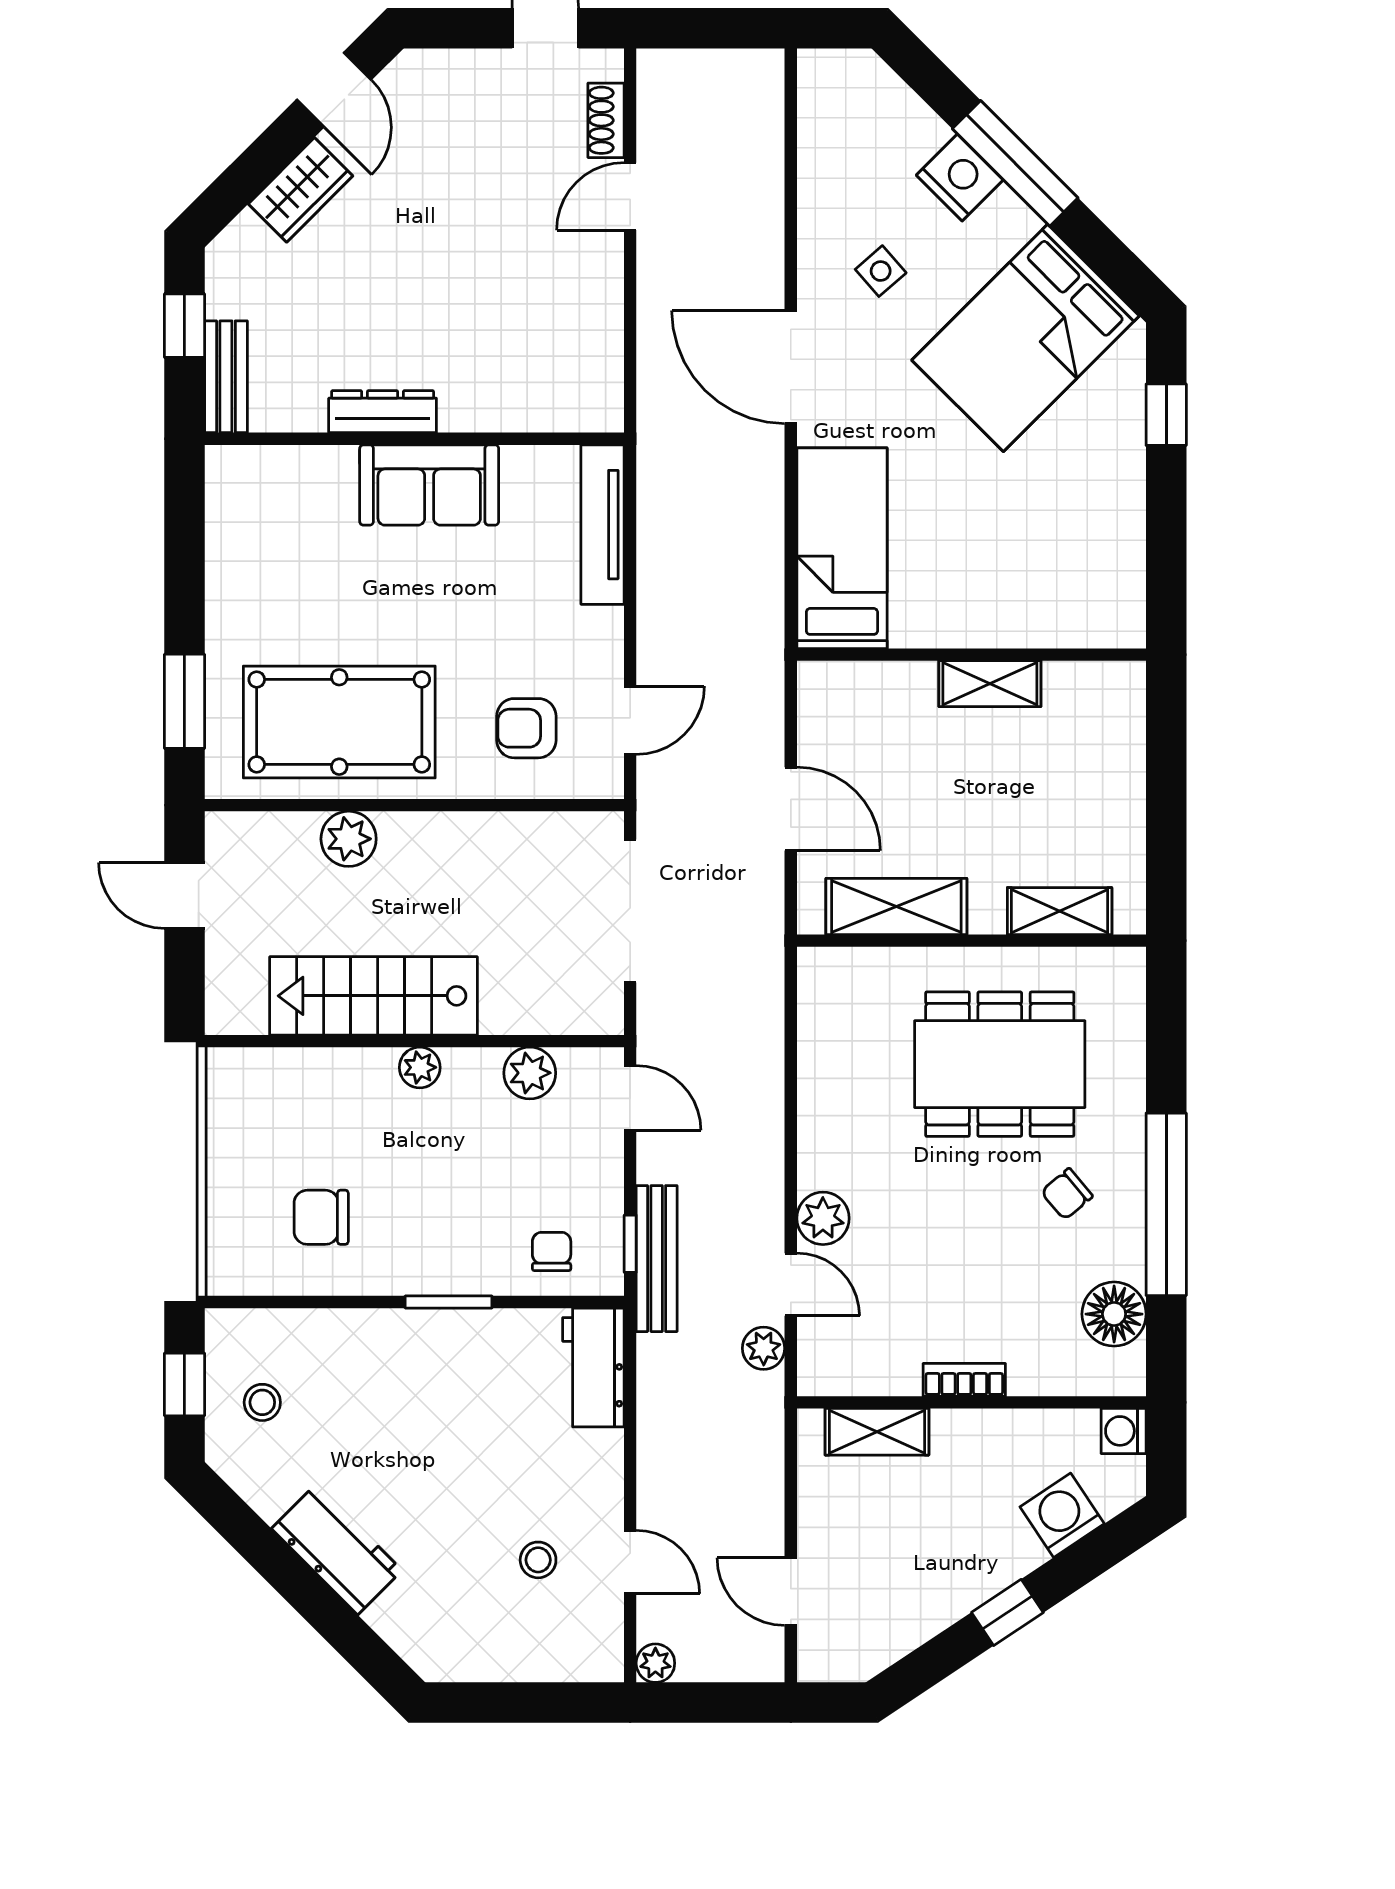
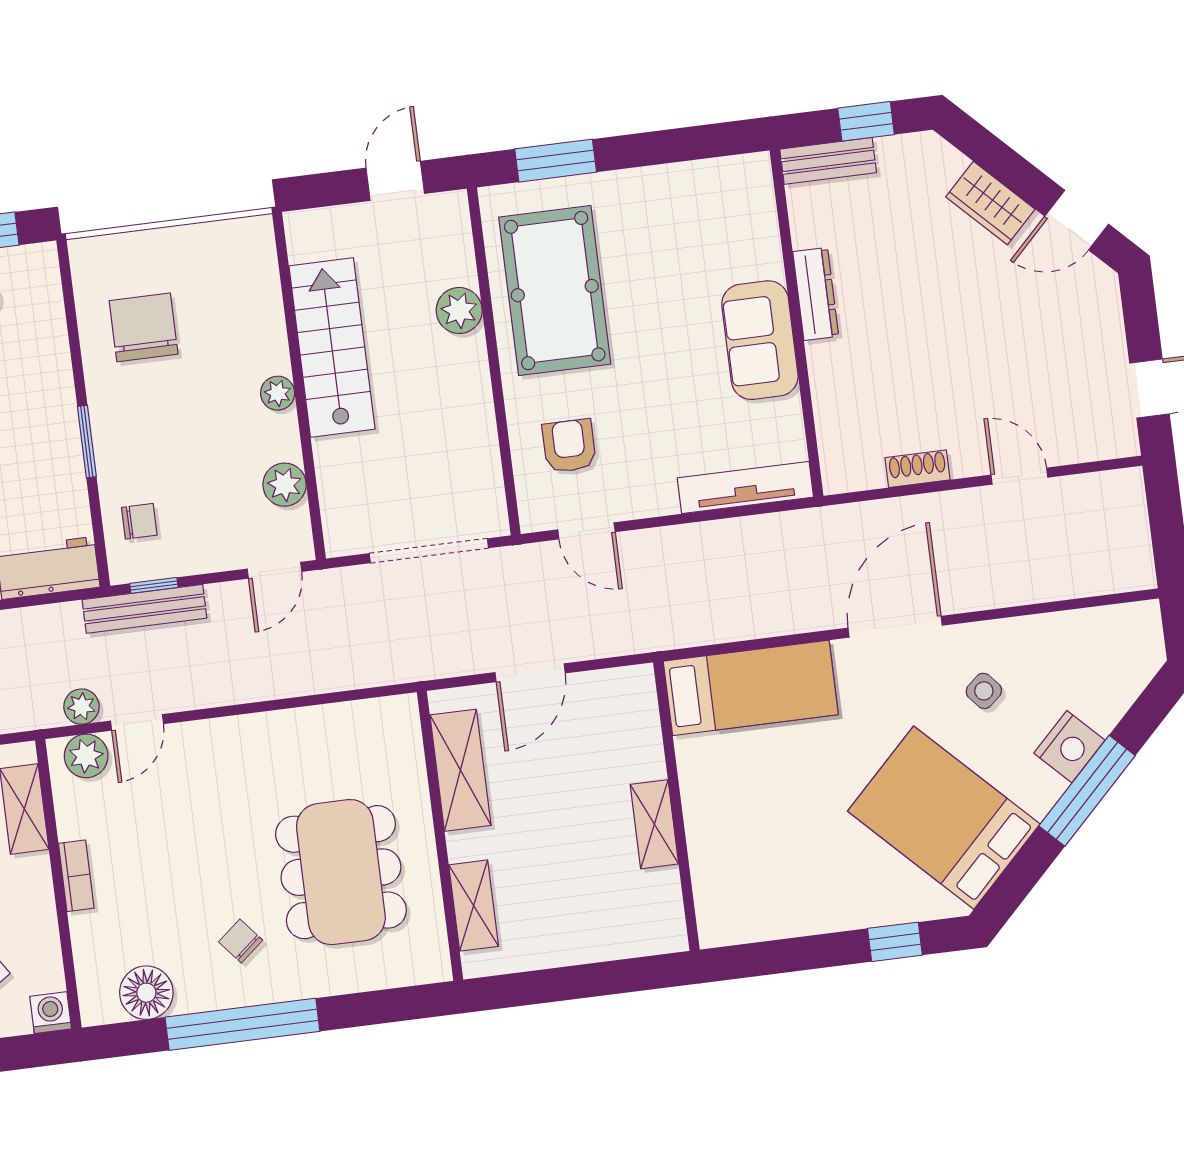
shoe rack: (606, 120) -> (918, 469), moved
chair: (321, 1217) -> (144, 327), width x1.37, depth x1.37
plant: (823, 1218) -> (86, 756), moved

